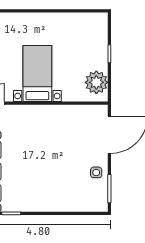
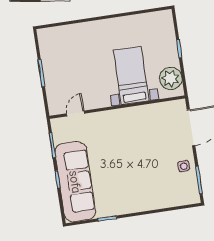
bed with nightstands: (37, 73) -> (131, 76), moved

